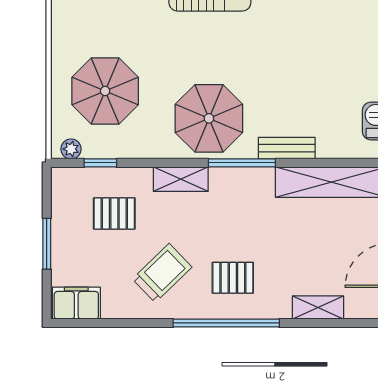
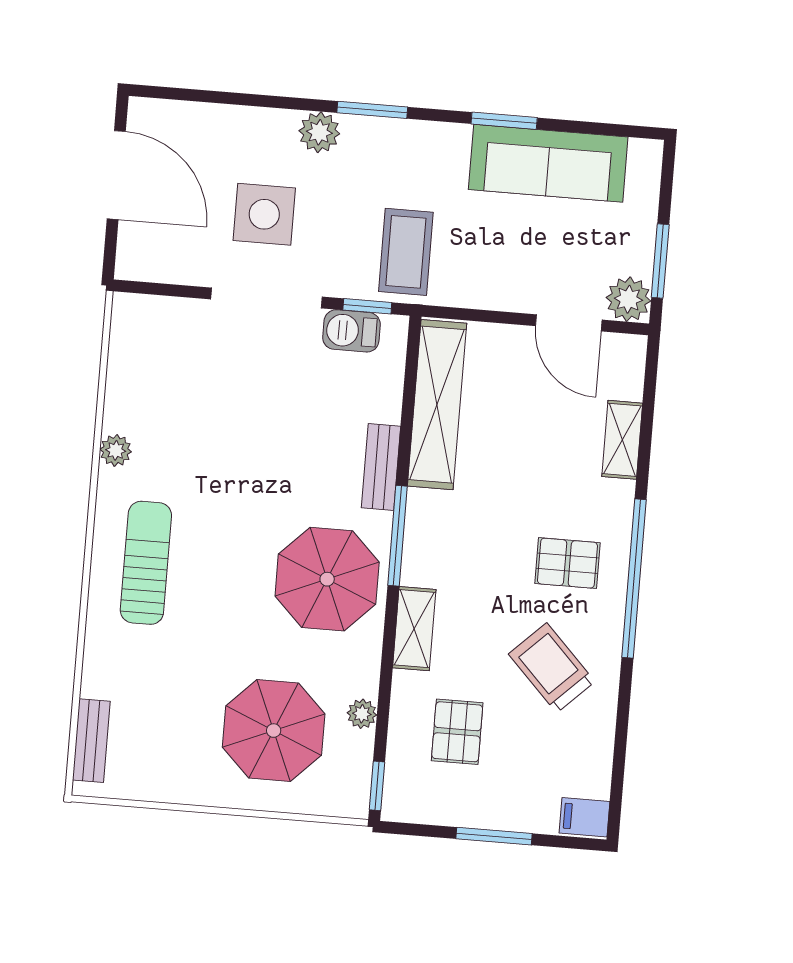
plant: (71, 149) -> (362, 714), moved
window: (100, 163) -> (377, 786), moved
pallet: (233, 278) -> (567, 563), turned 90
filing cabinet: (76, 303) -> (584, 817), width x0.50

